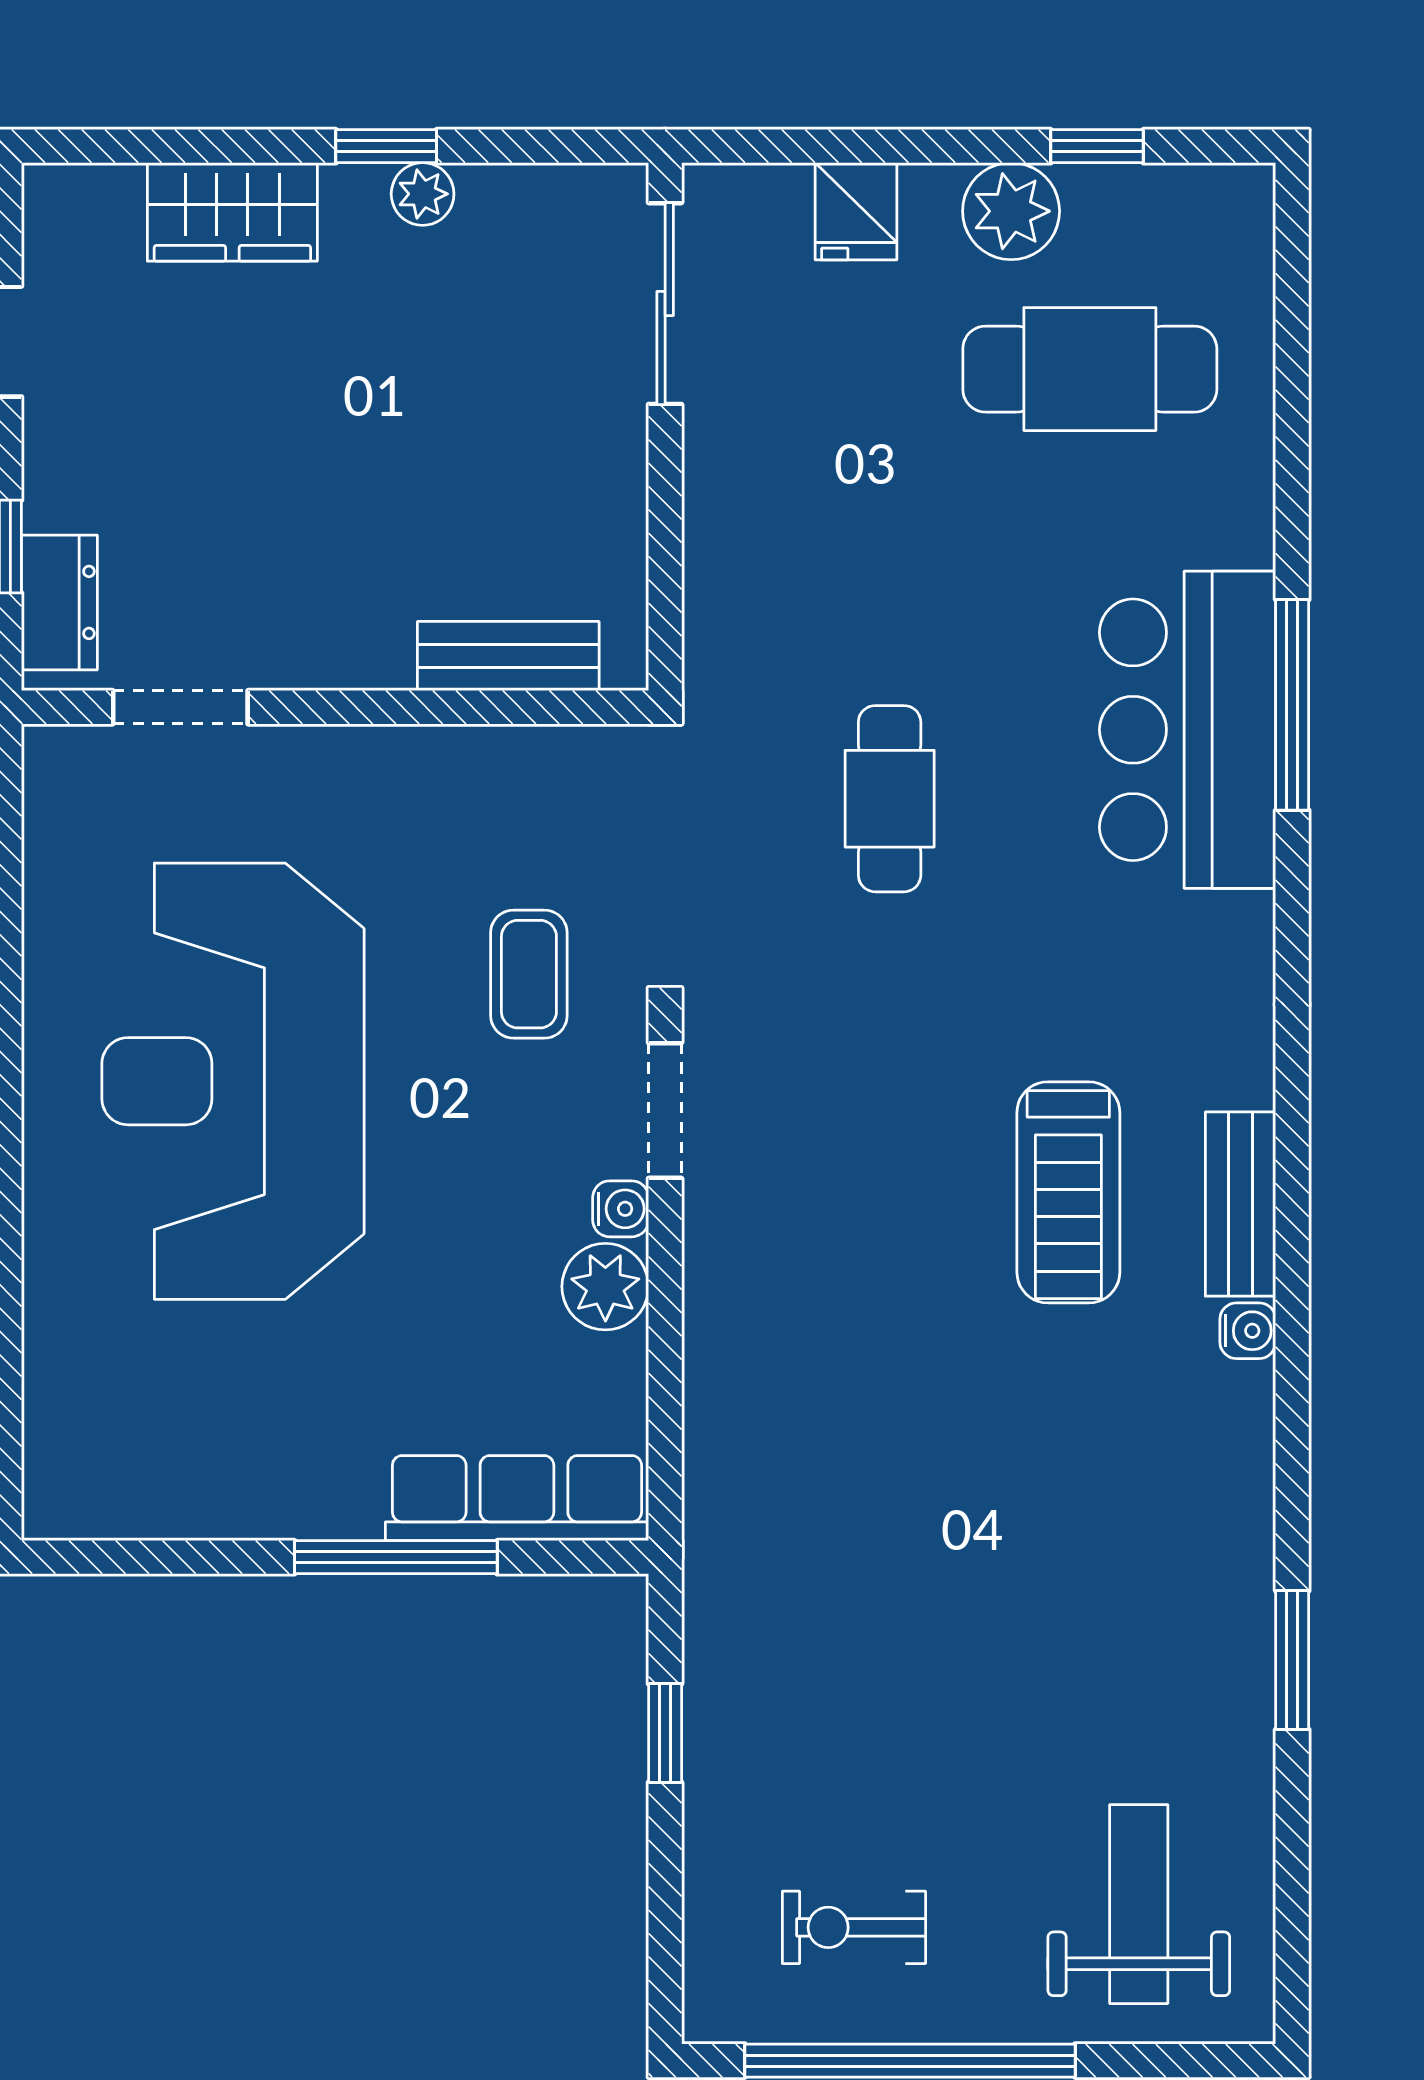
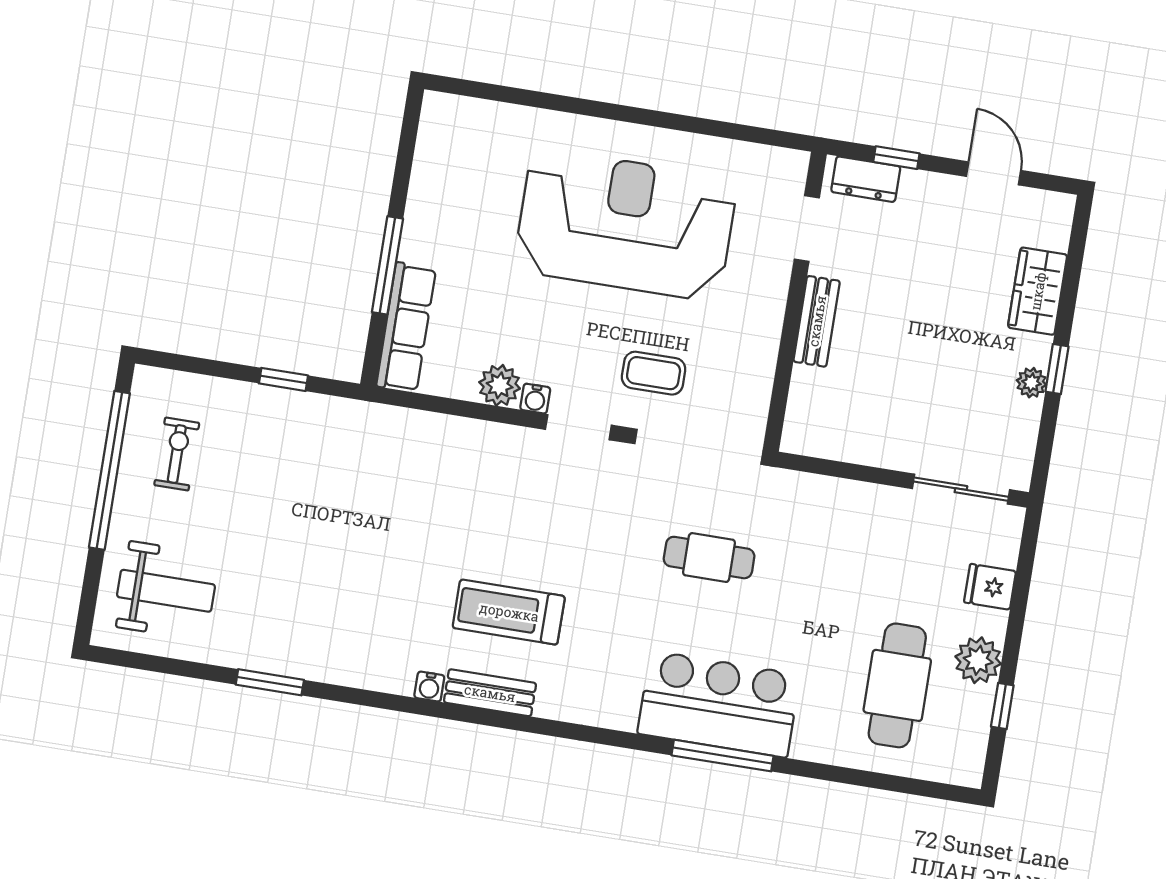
bench: (508, 656) -> (817, 321), moved

